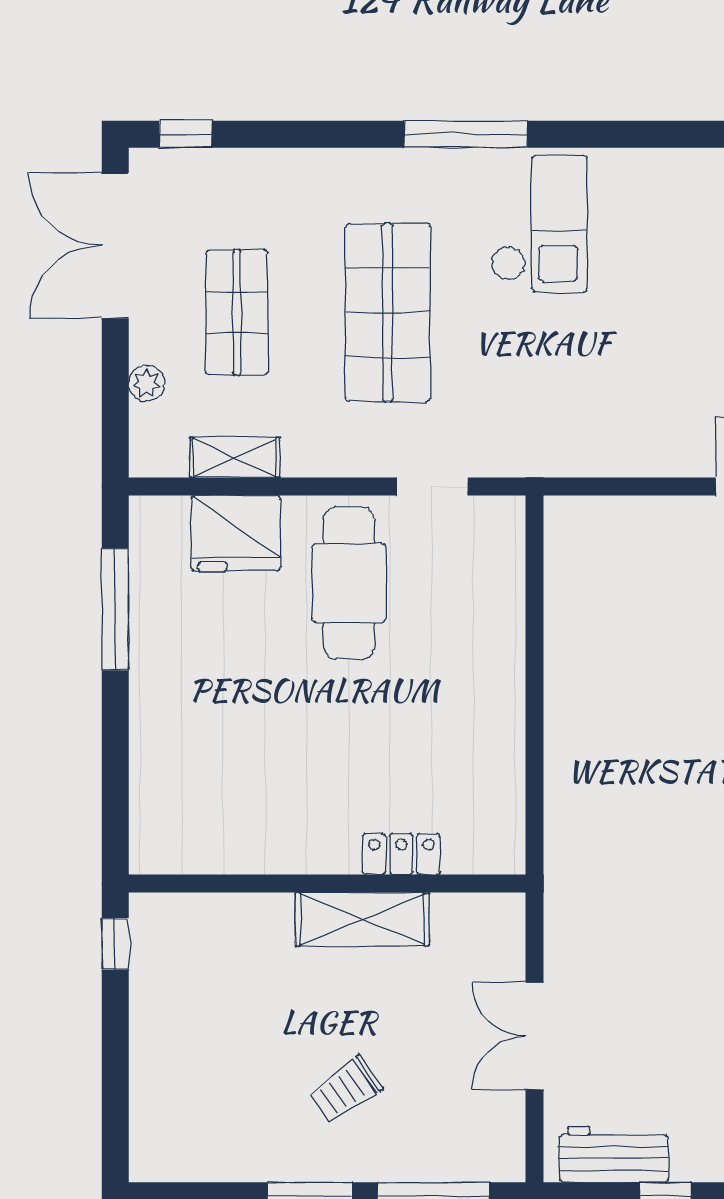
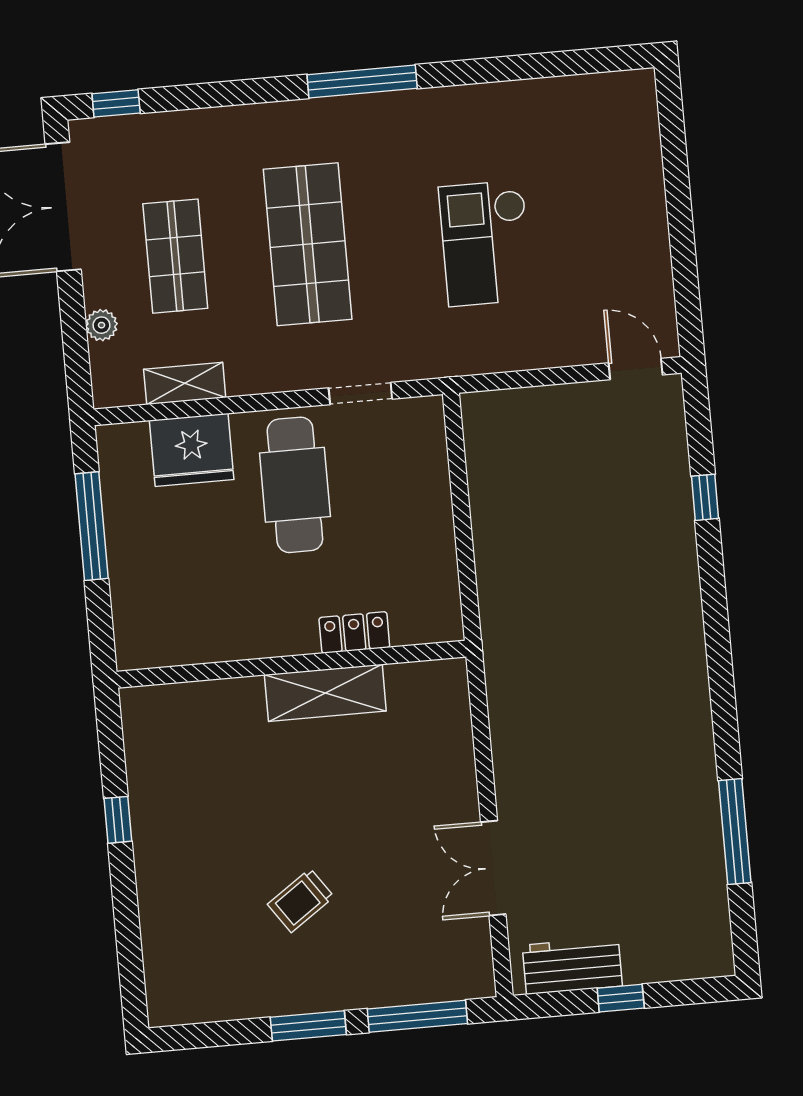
checkout: (539, 224) -> (486, 243), moved, turned 180
locker: (401, 854) -> (354, 632), moved
wall: (327, 884) -> (291, 664), moved
shelving: (362, 919) -> (325, 693), moved
trolley: (346, 1090) -> (301, 900), moved

